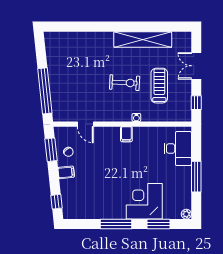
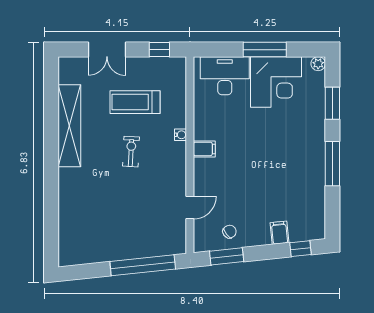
exercise bike: (125, 83) -> (131, 152), width x0.73, depth x0.72
filing cabinet: (66, 172) -> (279, 233), moved
corner desk: (144, 201) -> (276, 82), moved, turned -90

